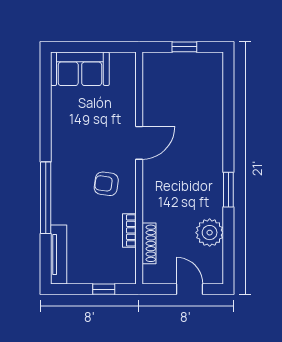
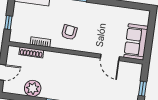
sofa: (80, 69) -> (136, 42), moved
door: (139, 143) -> (110, 57), moved

